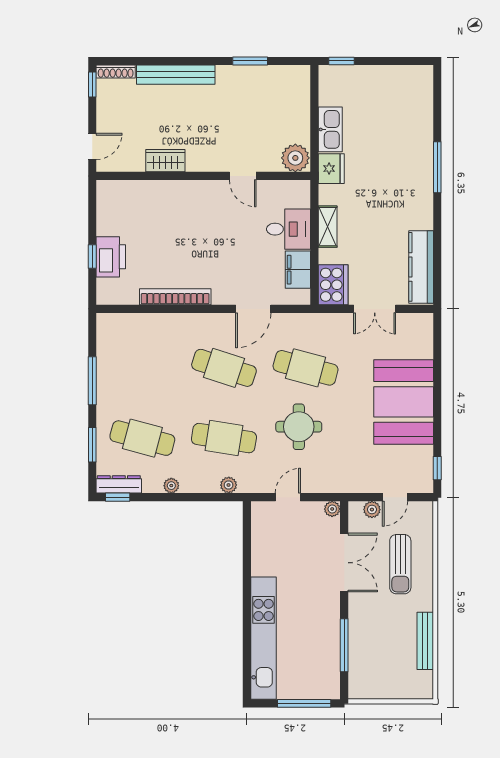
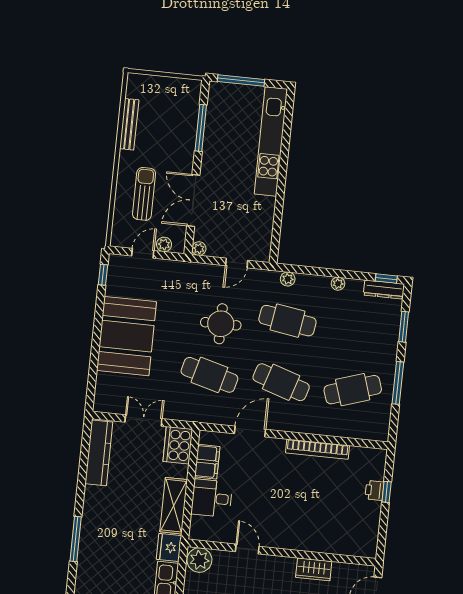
shelving: (328, 227) -> (174, 506), width x1.50, depth x1.33
printer: (111, 257) -> (375, 490), width x0.53, depth x0.68
cafe table: (142, 438) -> (353, 390), moved, turned -33

